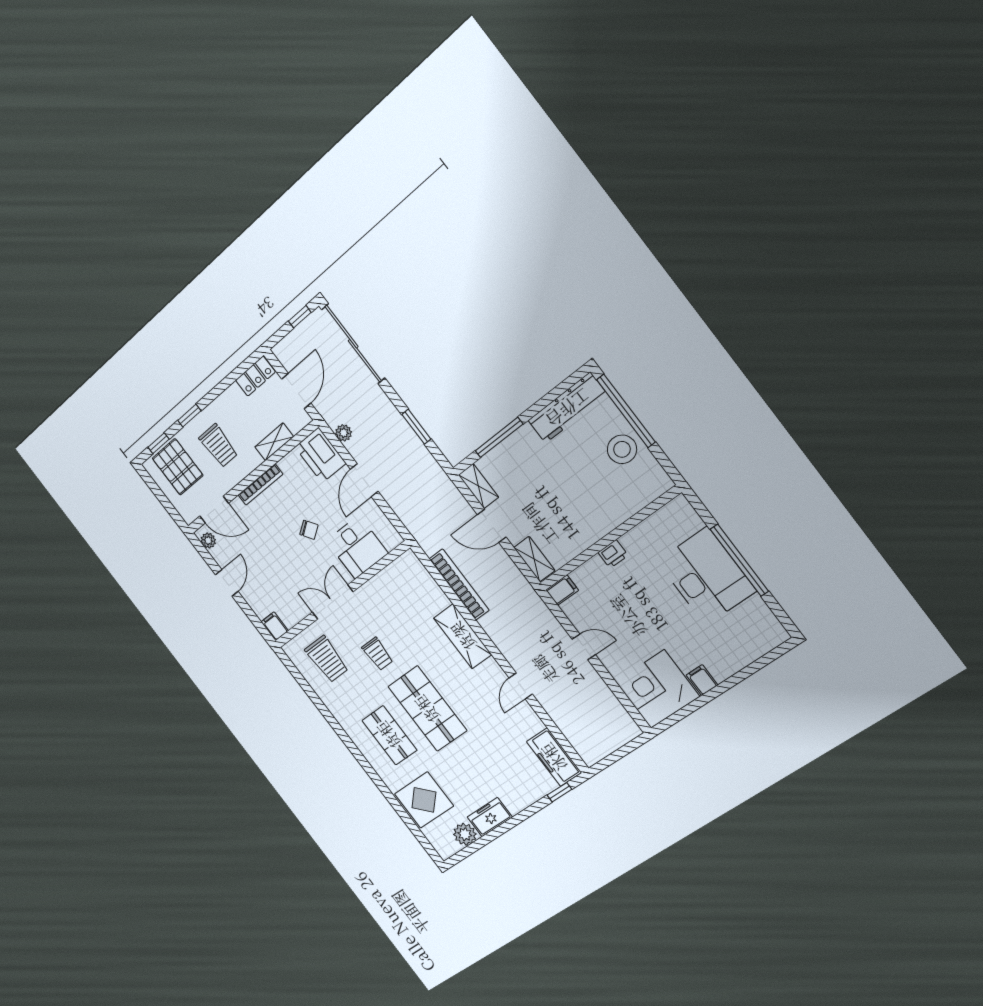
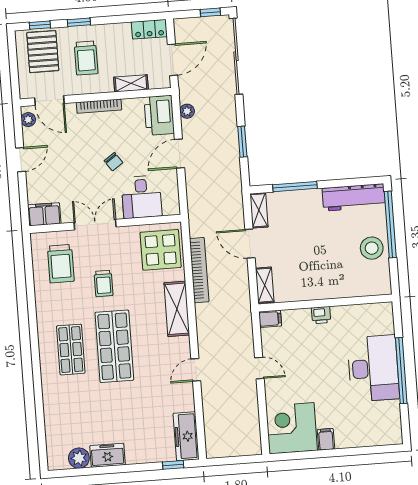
filing cabinet: (275, 626) -> (44, 214), width x2.00
display table: (424, 800) -> (161, 250), moved

